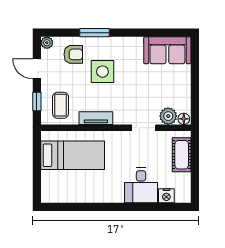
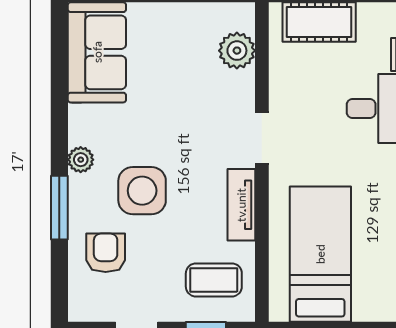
plant: (47, 43) -> (81, 160), moved
floor lamp: (184, 119) -> (243, 17), removed
doorway: (144, 128) -> (262, 138), moved

